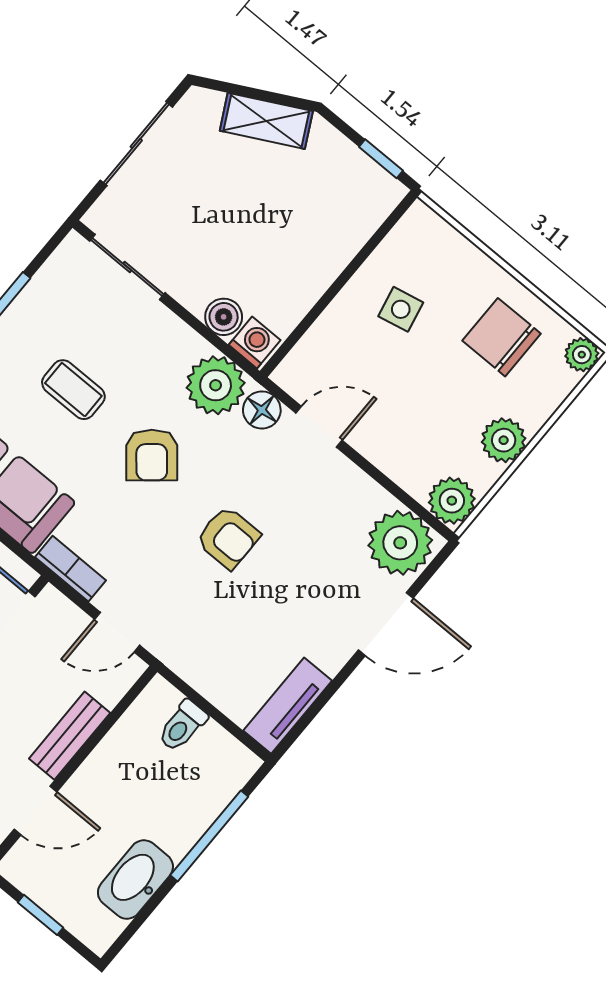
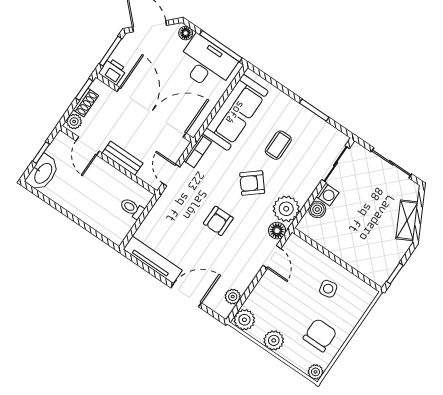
washing machine: (255, 342) -> (328, 195), moved
plant: (400, 543) -> (233, 297), width x0.53, depth x0.53
door: (386, 624) -> (186, 295), swing flipped
tv unit: (288, 706) -> (153, 260), width x1.41
window: (209, 836) -> (84, 225), removed
washbasin: (135, 880) -> (43, 173), moved, turned 90

